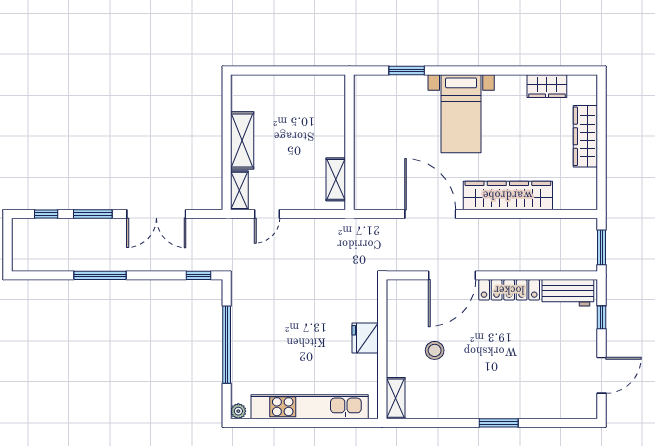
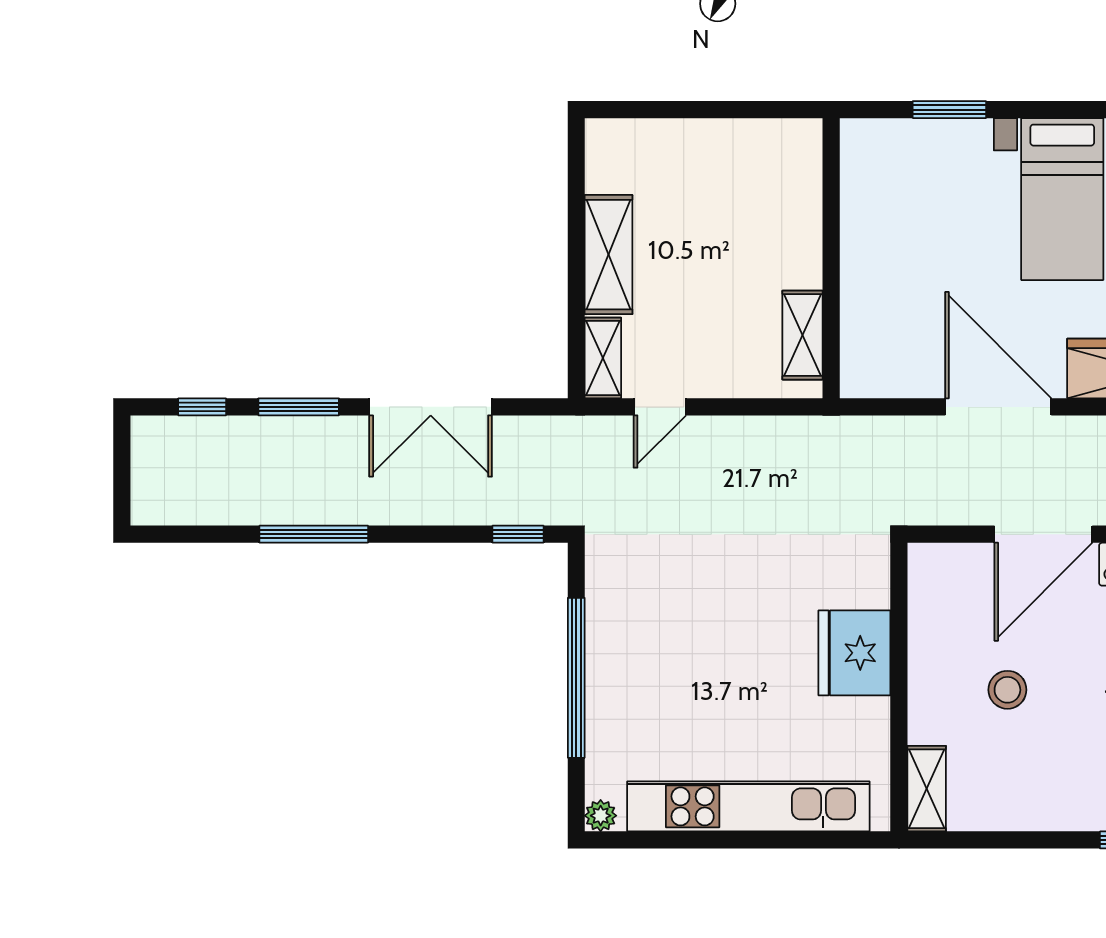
fridge: (365, 338) -> (854, 653), width x1.36, depth x1.34

